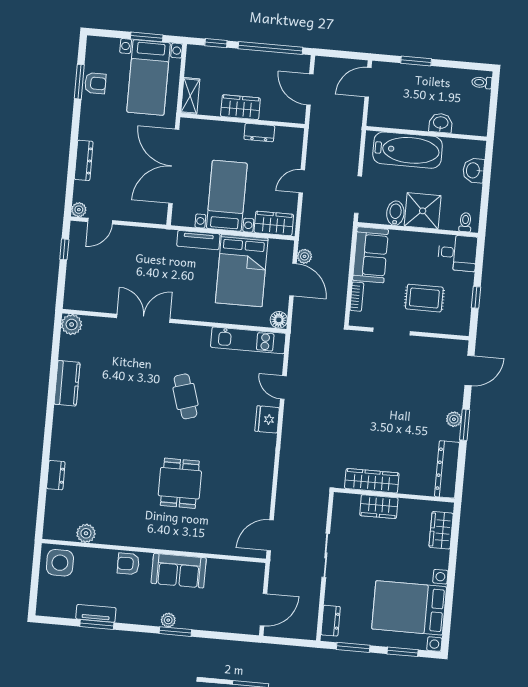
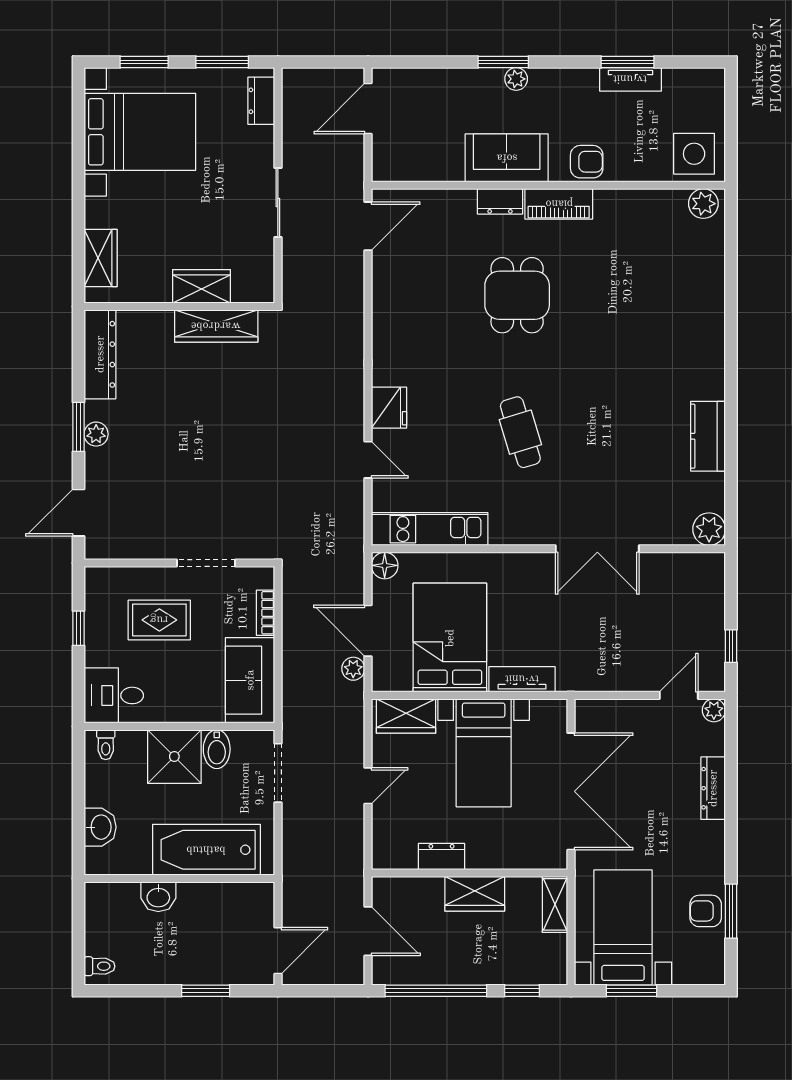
dresser: (56, 475) -> (500, 201), moved, turned -90
plant: (86, 533) -> (703, 204), moved
piano: (148, 539) -> (559, 204), added

